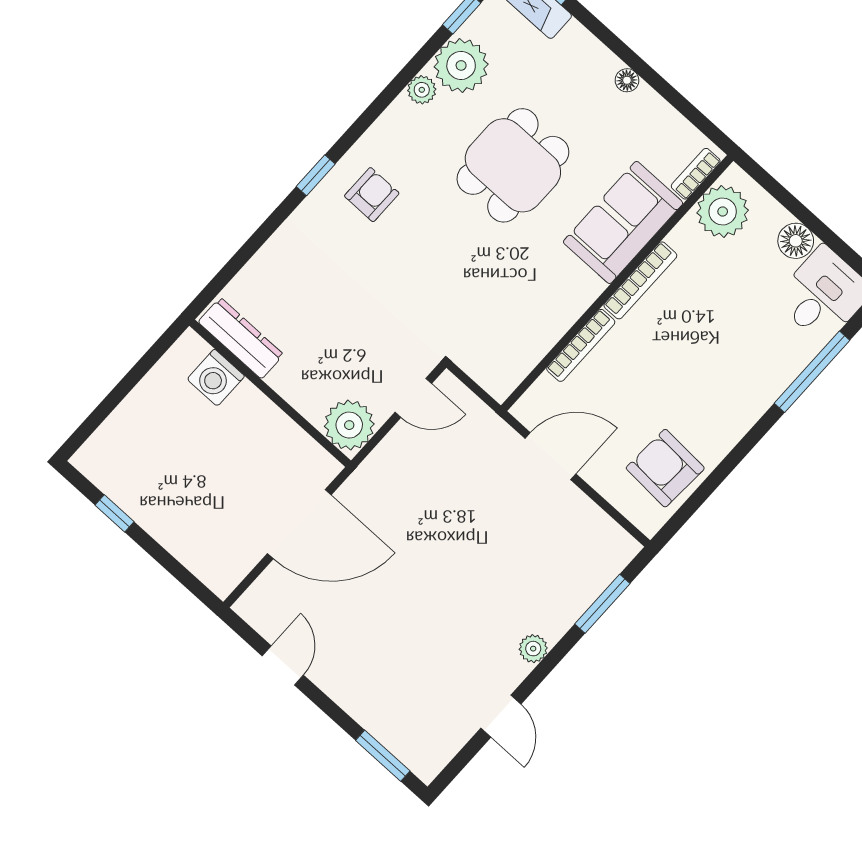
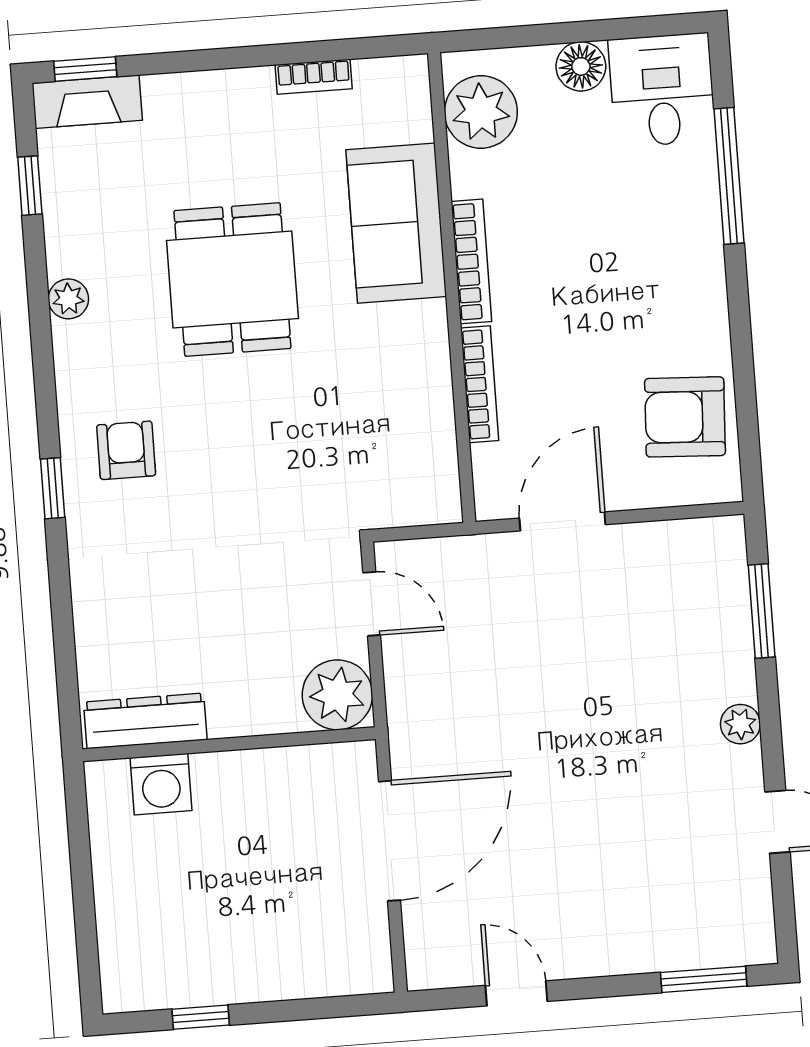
plant: (461, 65) -> (82, 236), removed
floor lamp: (627, 80) -> (256, 82), removed
bookcase: (696, 174) -> (314, 77), moved, turned -90
door: (413, 398) -> (372, 604), hinge flipped

